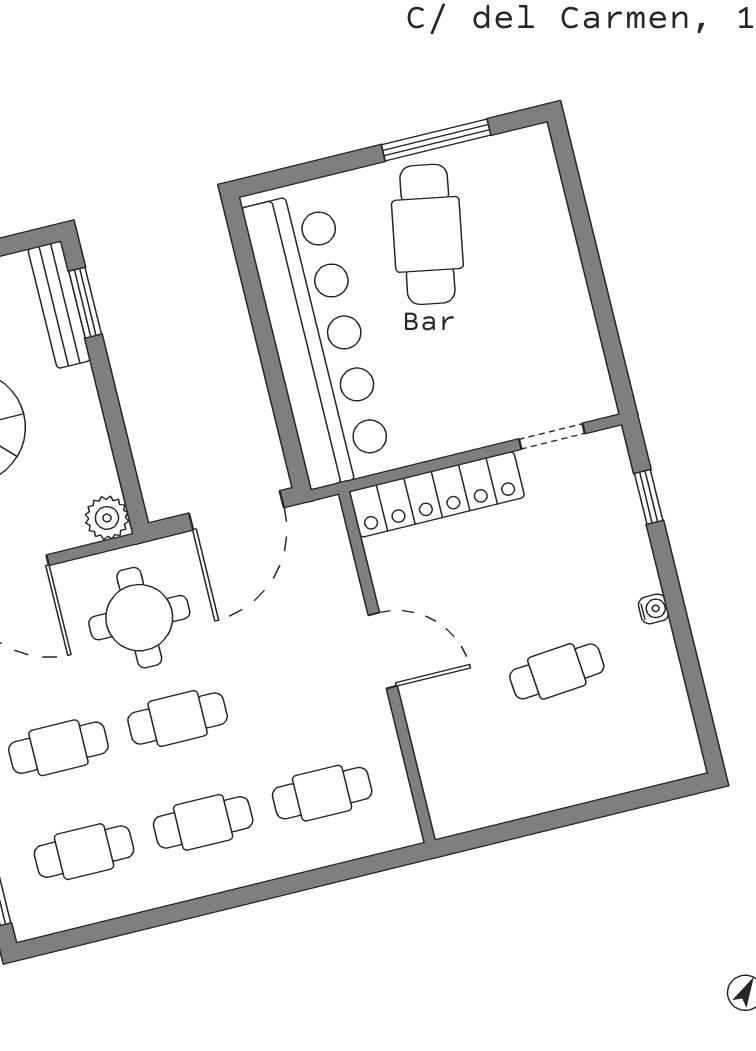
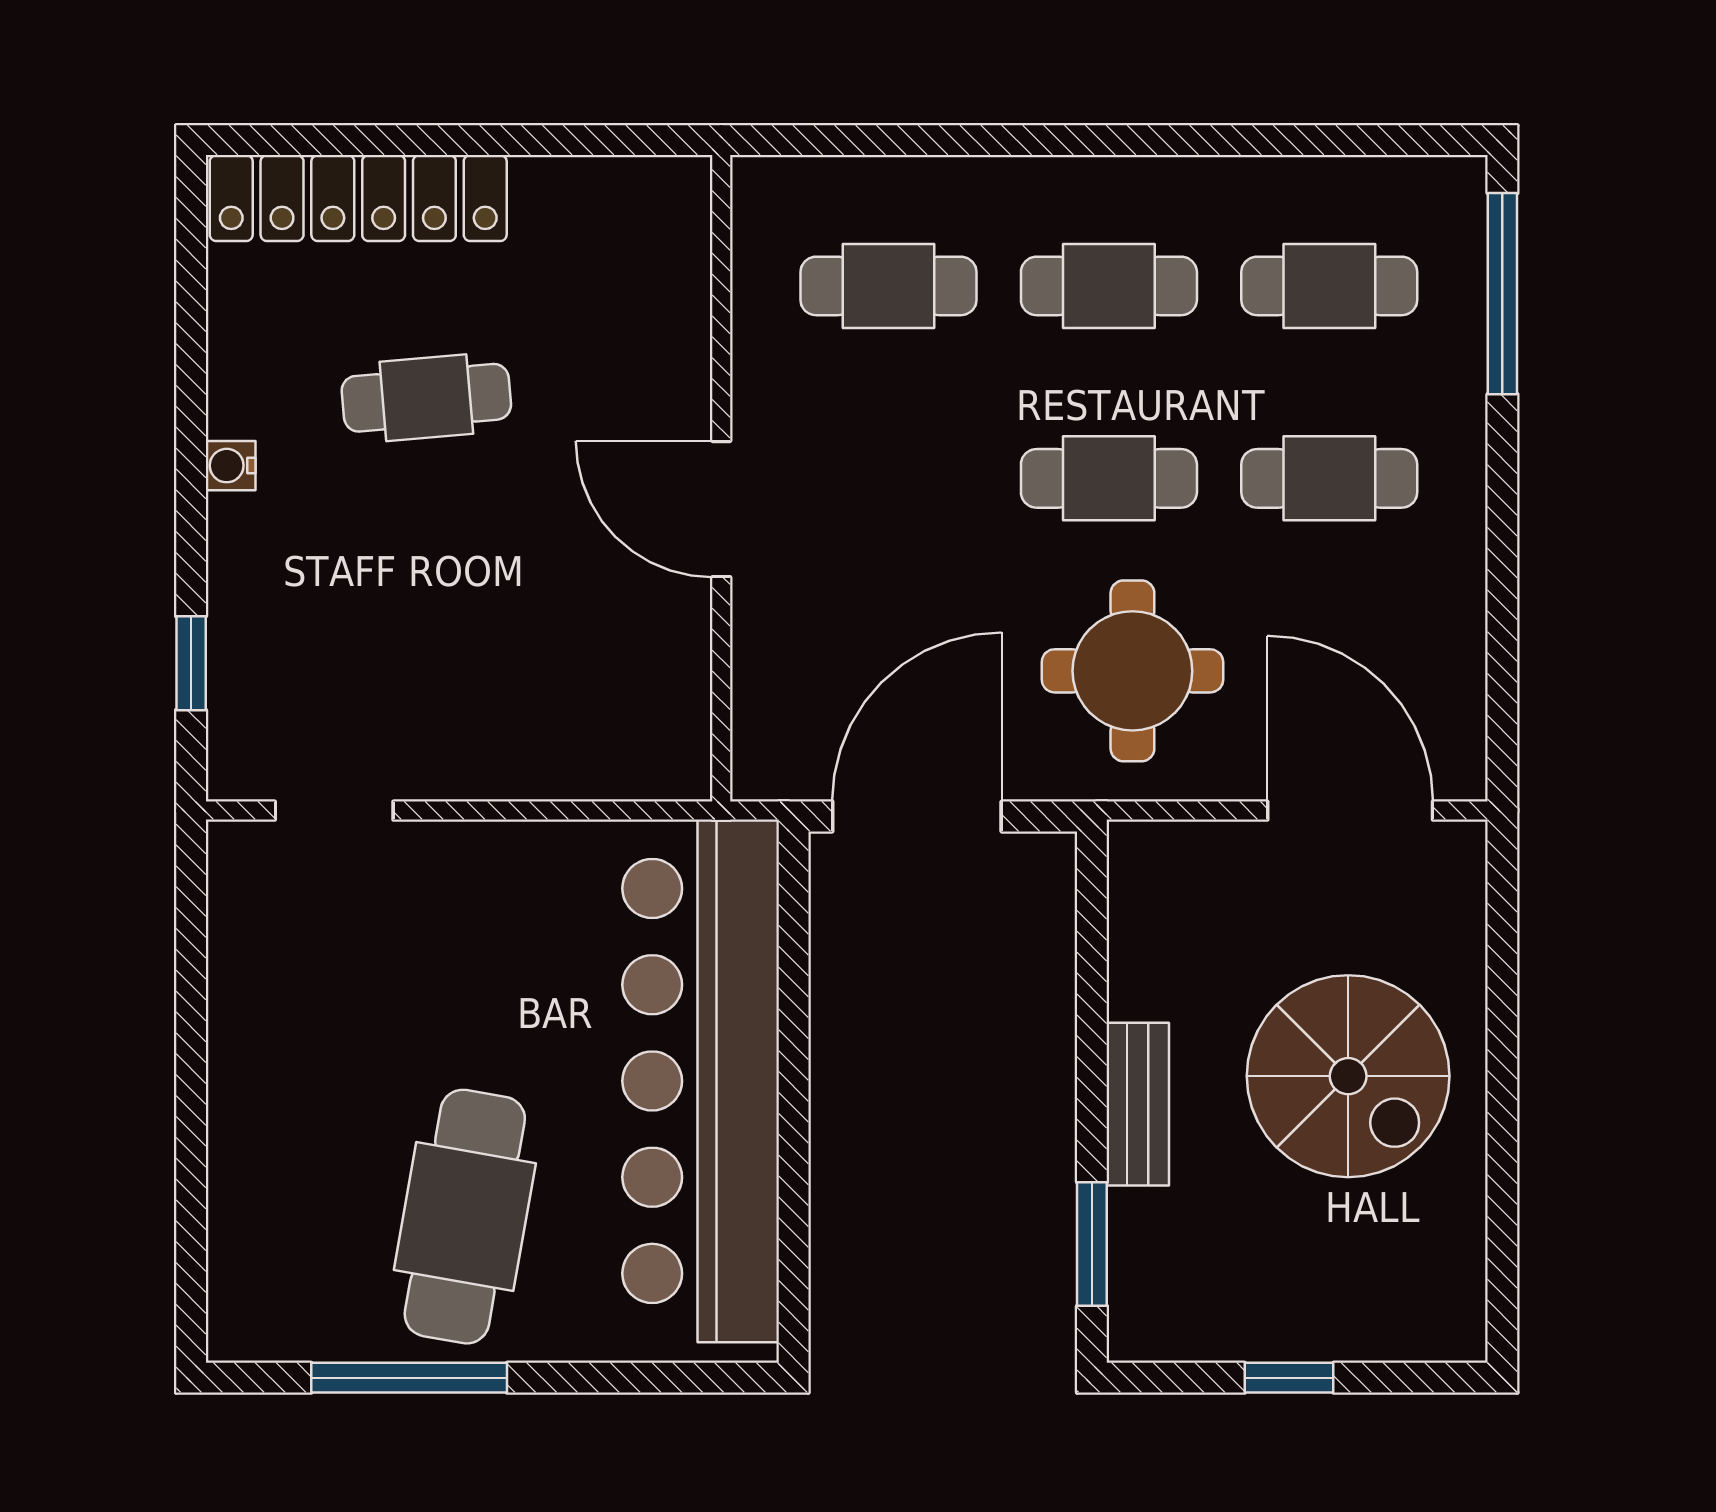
bench: (59, 305) -> (1138, 1104), moved, width x0.73
locker: (437, 494) -> (358, 198), moved, turned 180
plant: (107, 518) -> (1146, 859), removed

